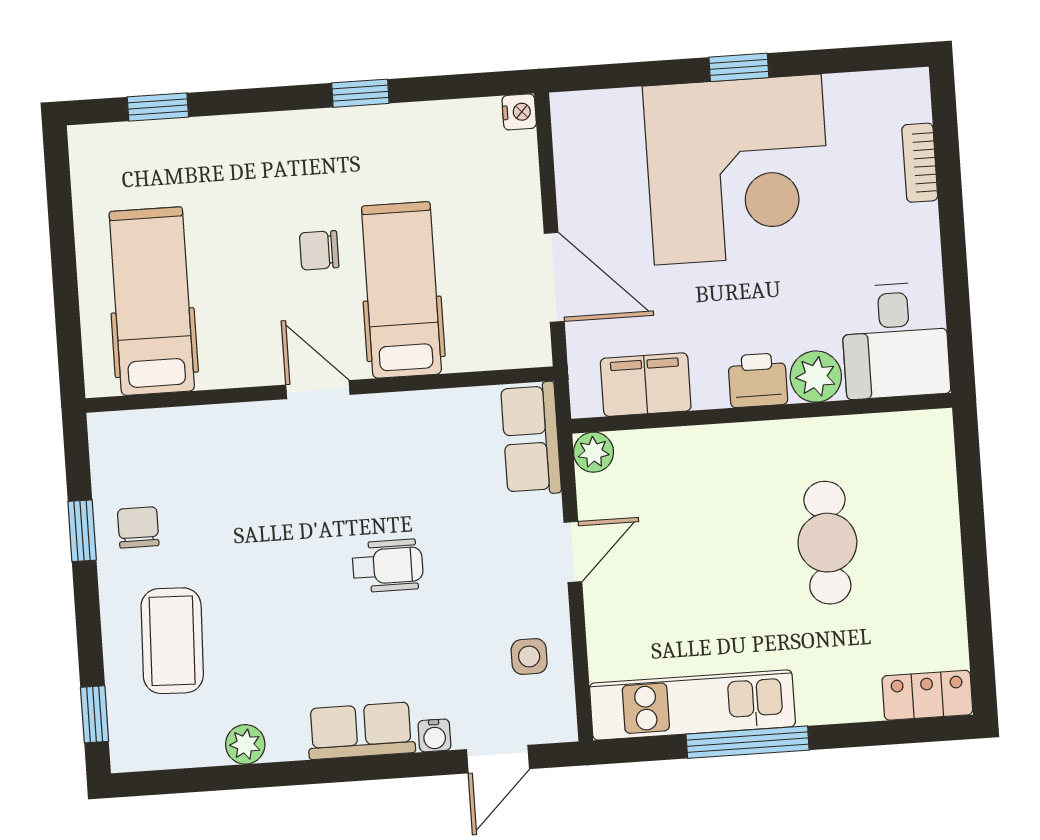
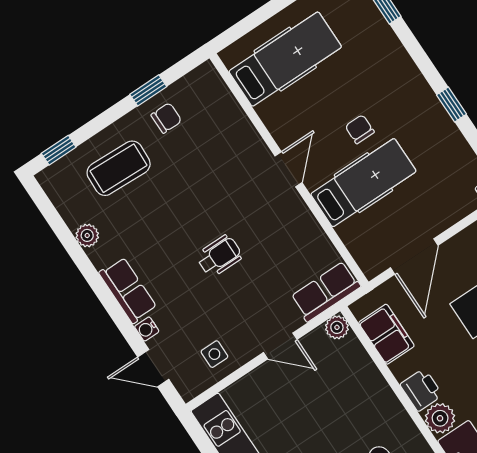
wheelchair: (388, 566) -> (219, 256), turned -90

